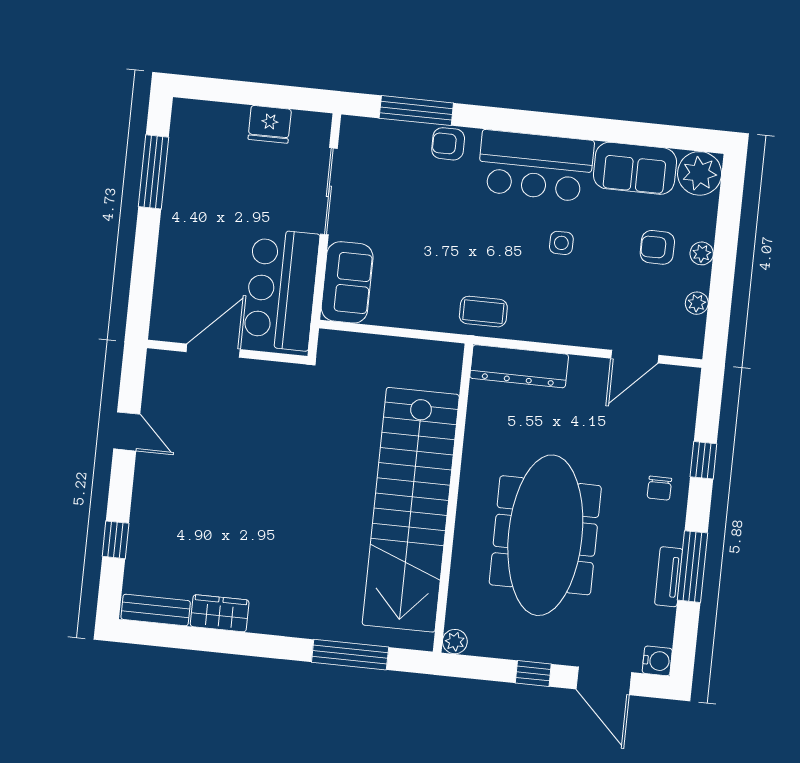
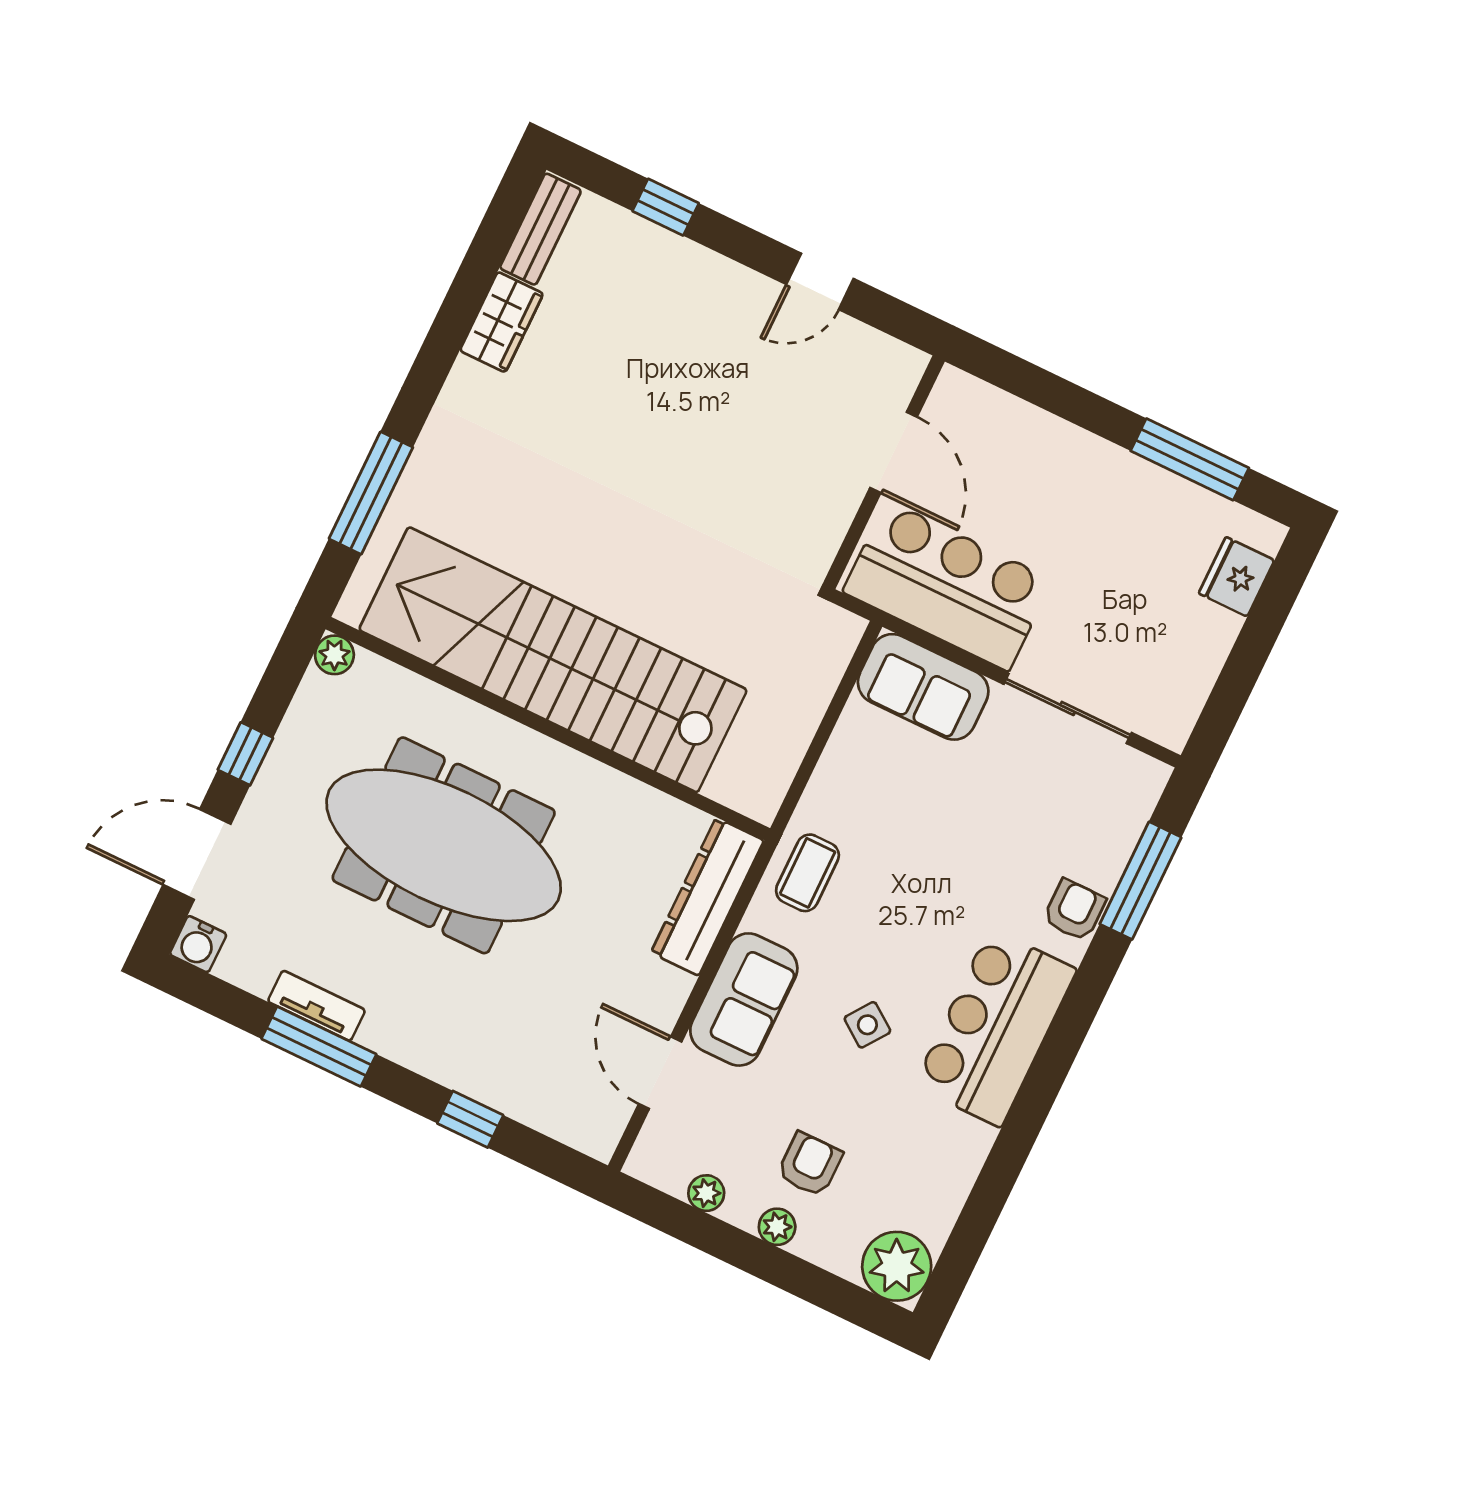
fridge: (270, 124) -> (1237, 577), moved
sofa: (635, 168) -> (744, 999), moved, turned 180
side table: (561, 243) -> (867, 1025), turned 36
chair: (659, 488) -> (452, 1039), removed

